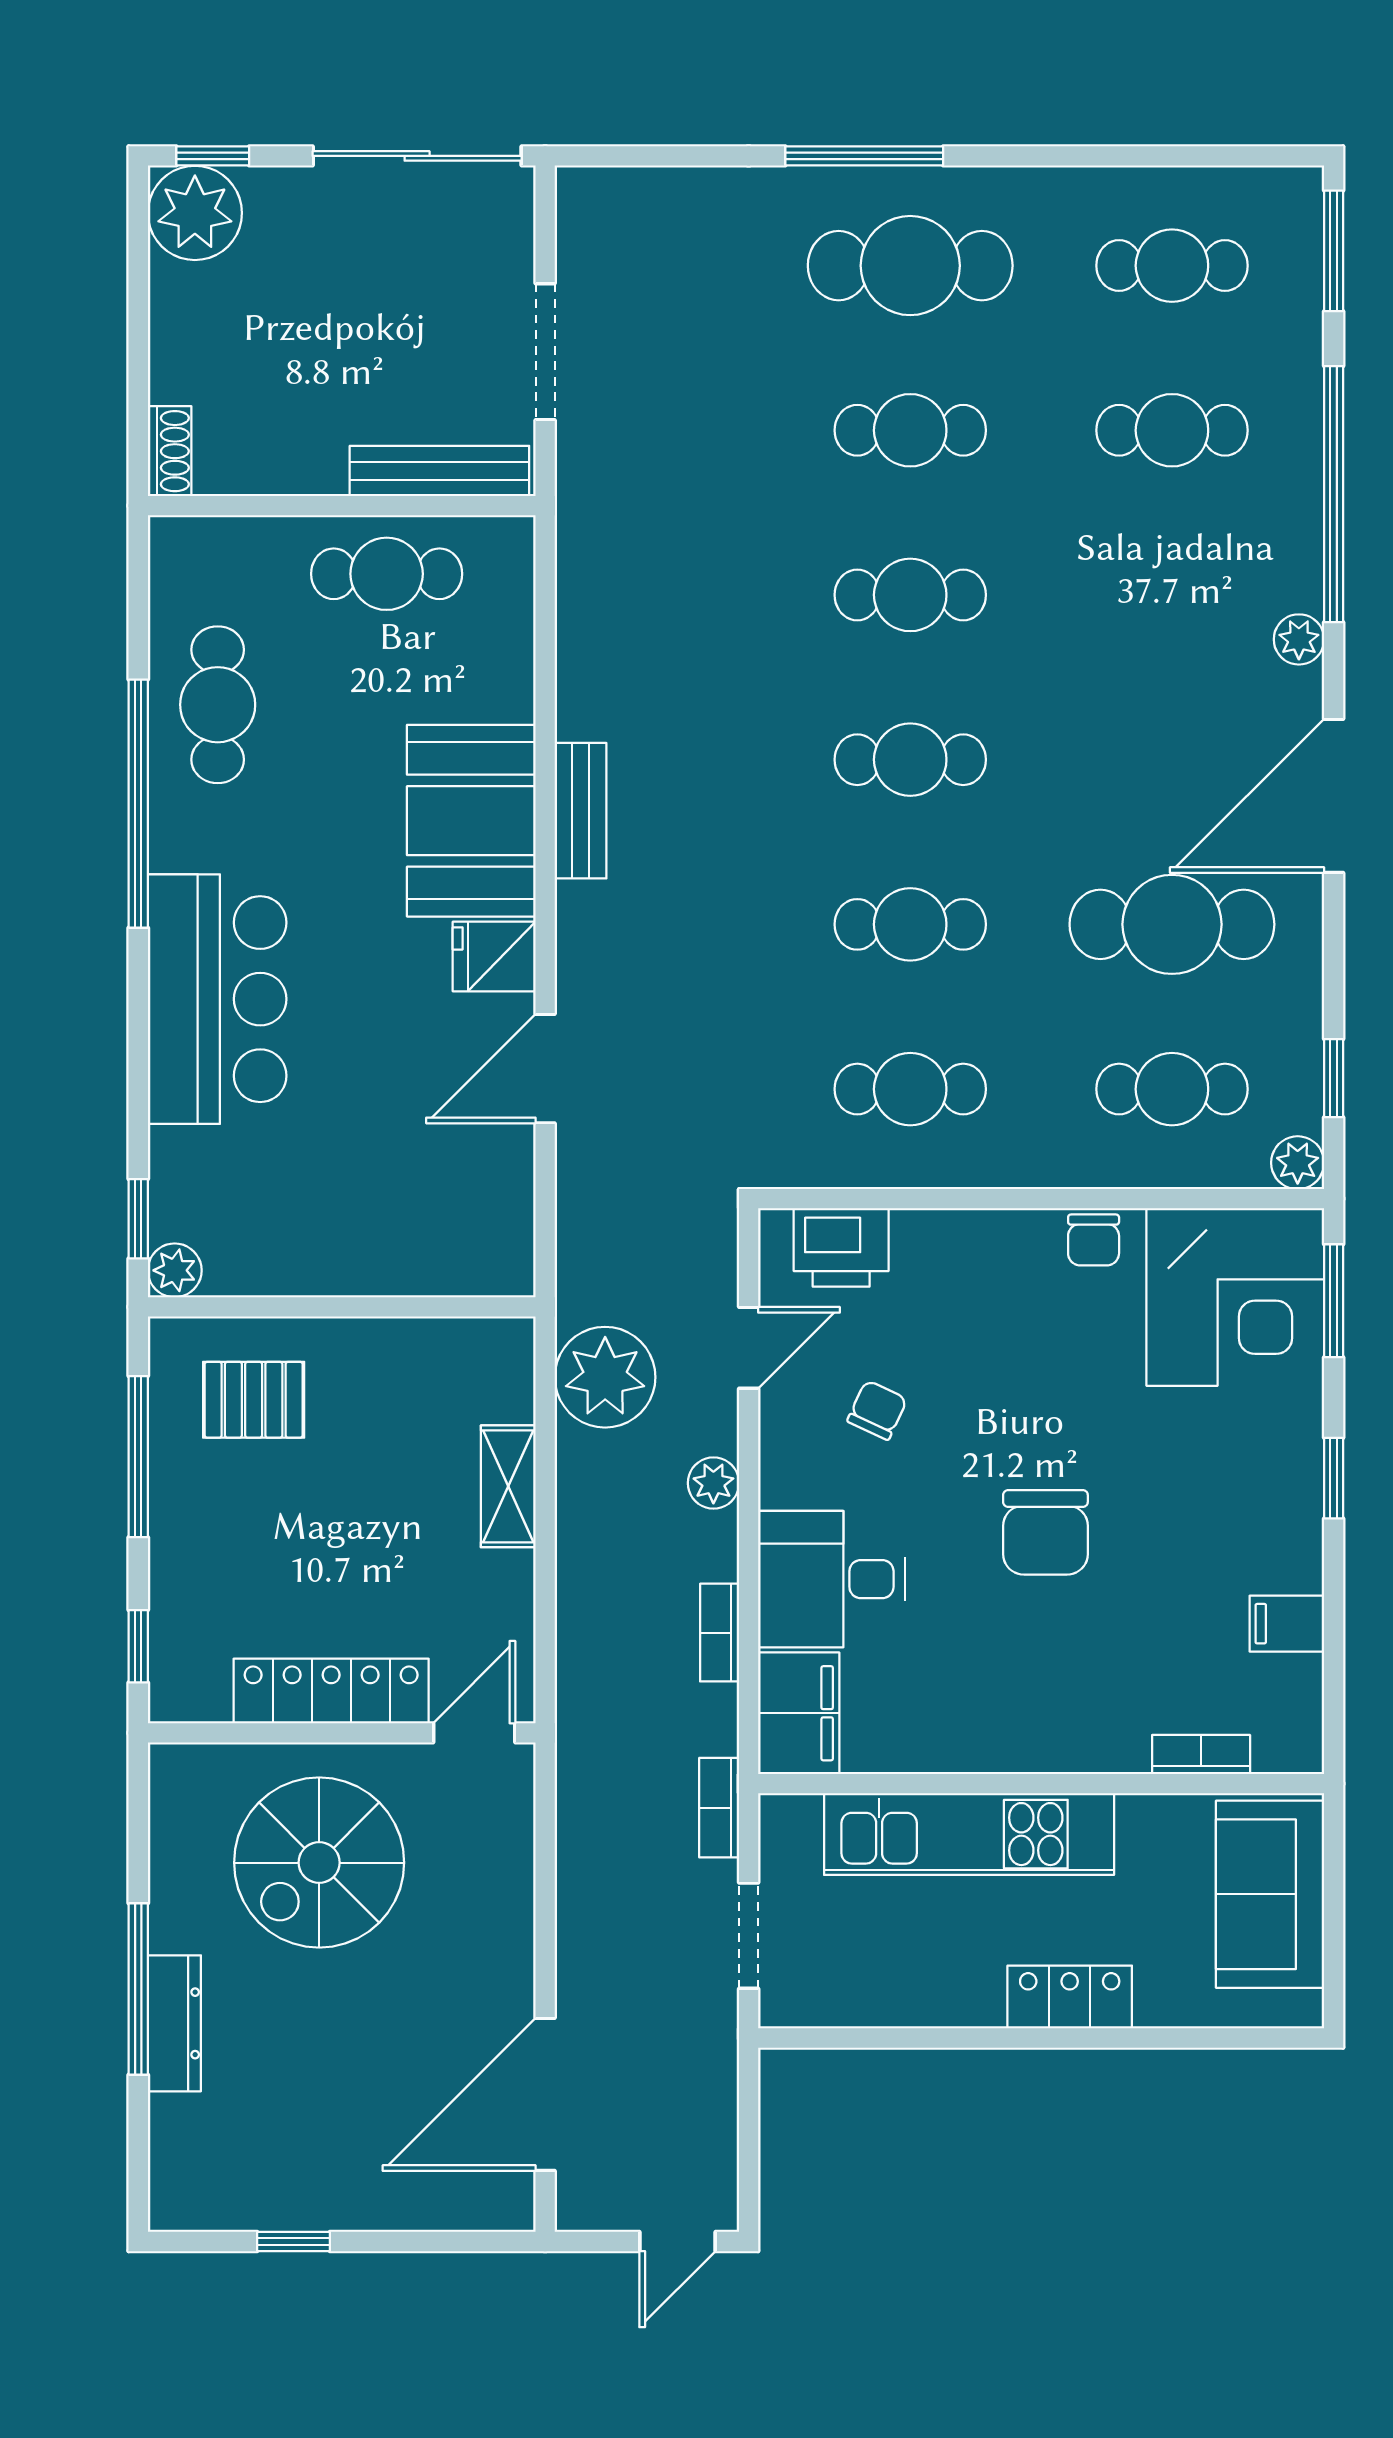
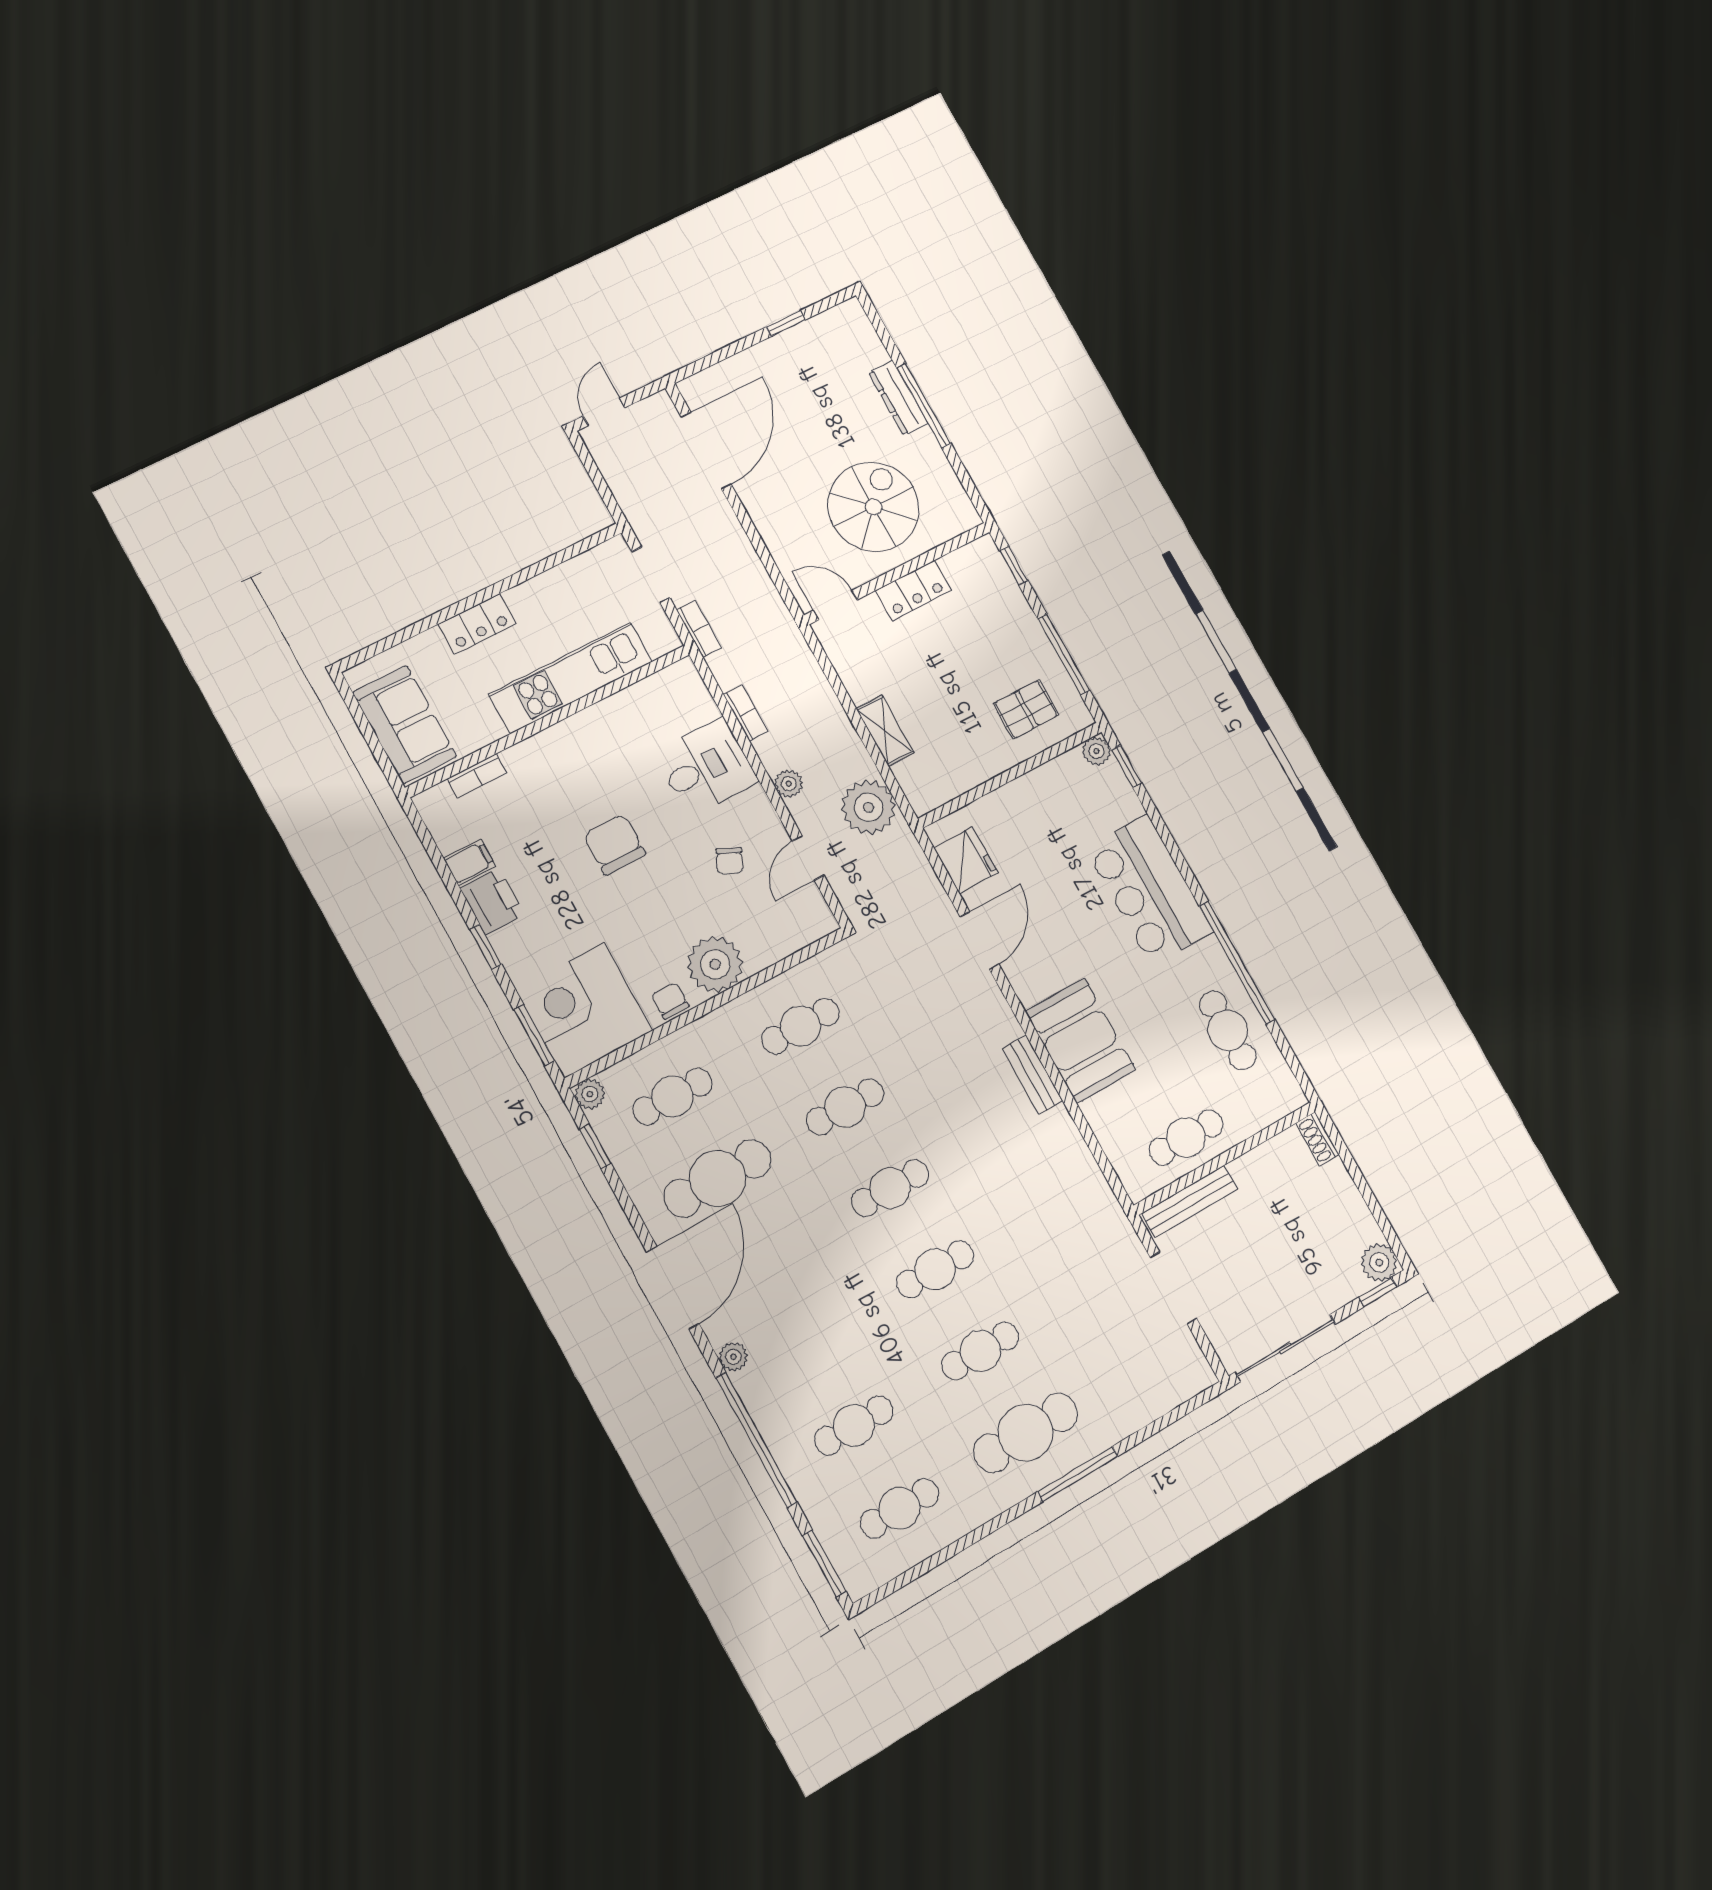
plant: (195, 213) -> (1379, 1262), width x0.73, depth x0.73
fridge: (494, 956) -> (966, 860), moved, width x1.38
printer: (841, 1247) -> (492, 902), moved, turned 90
plant: (991, 1259) -> (715, 964), added
locker: (331, 1691) -> (913, 591), width x0.66
filing cabinet: (799, 1713) -> (686, 694), removed
door: (474, 1733) -> (835, 605), swing flipped

